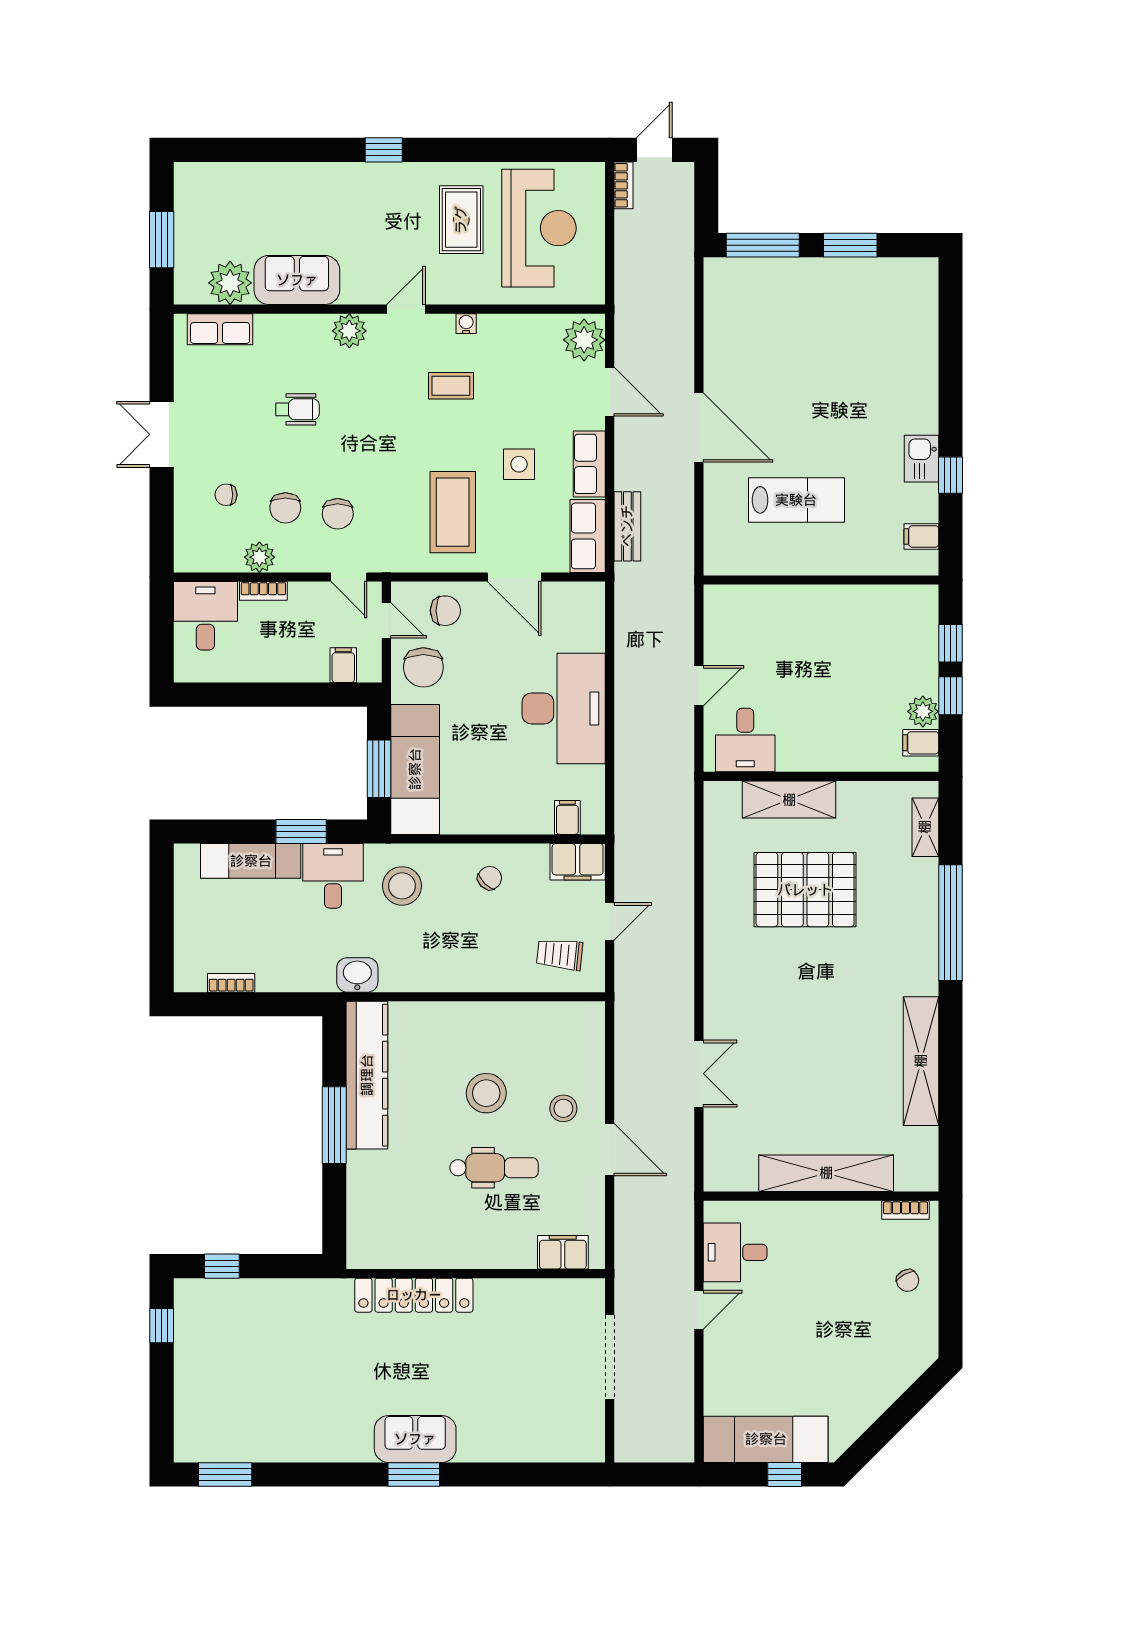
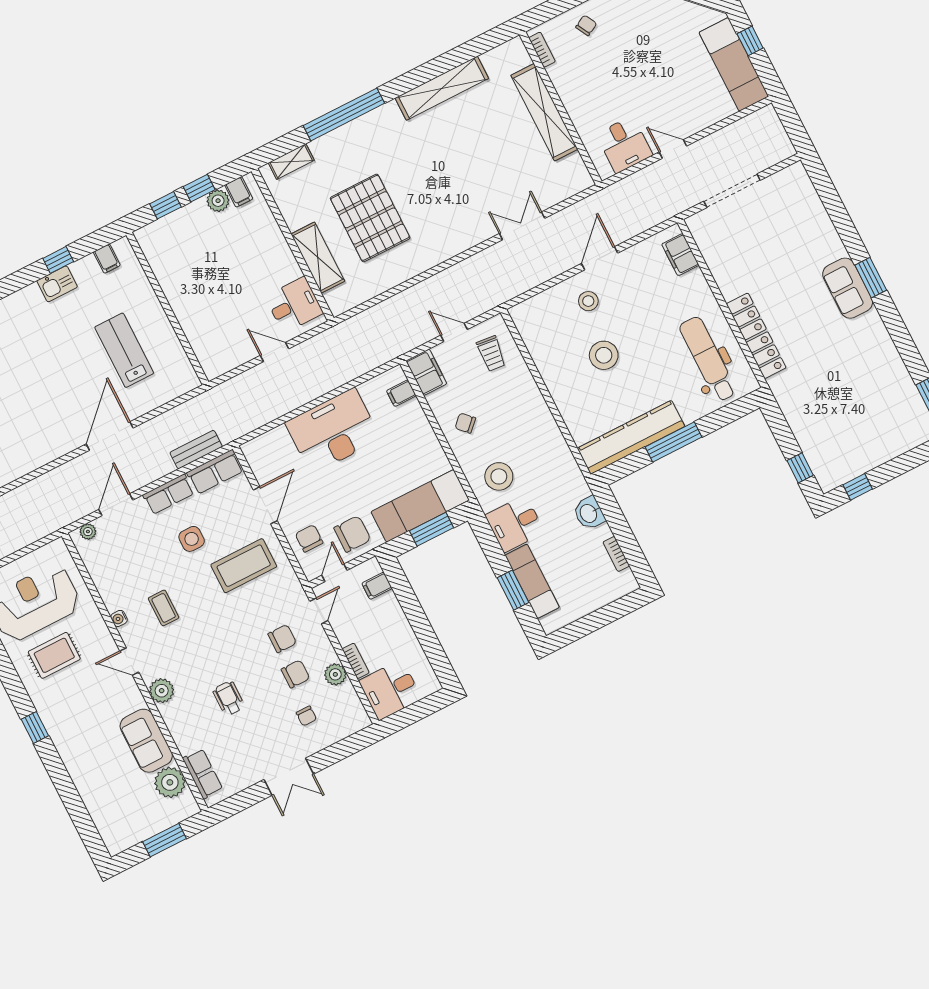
plant: (584, 340) -> (88, 532), width x0.53, depth x0.53
window: (301, 832) -> (513, 590), moved
washbasin: (357, 975) -> (589, 513), moved
dental chair: (494, 1168) -> (708, 359), moved, width x1.36, depth x1.38

